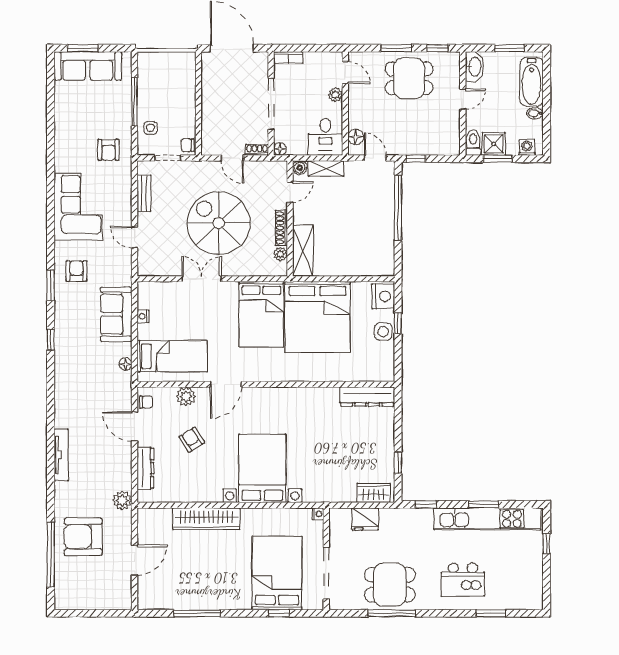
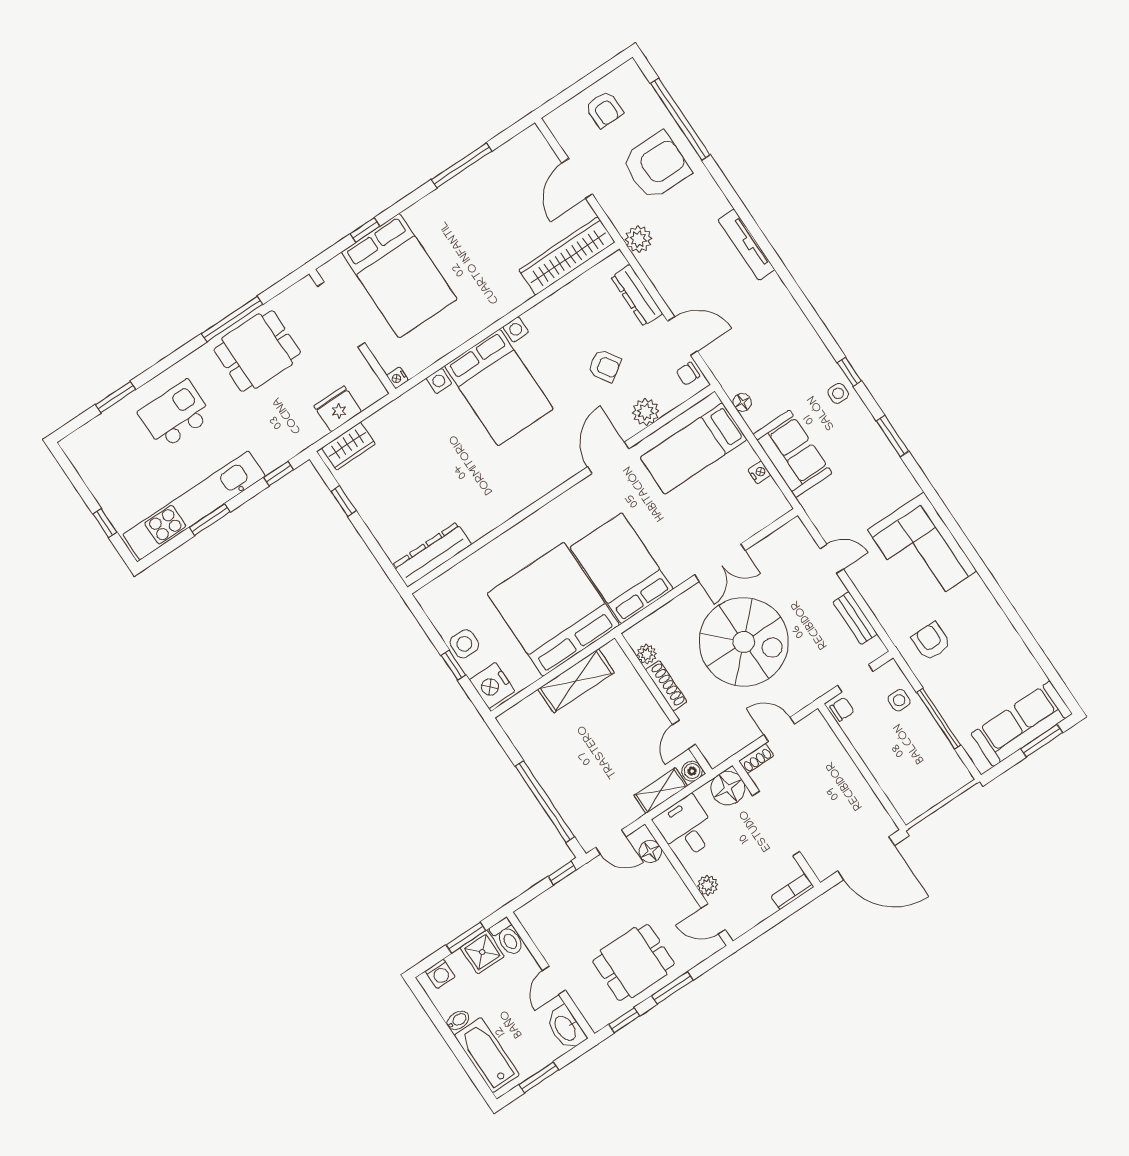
floor lamp: (280, 149) -> (728, 788), width x1.89, depth x1.89
shelving: (303, 251) -> (576, 681), moved, turned 90
armchair: (76, 271) -> (604, 109), moved
side table: (66, 332) -> (838, 393), added
wardrobe: (206, 519) -> (567, 256), moved

